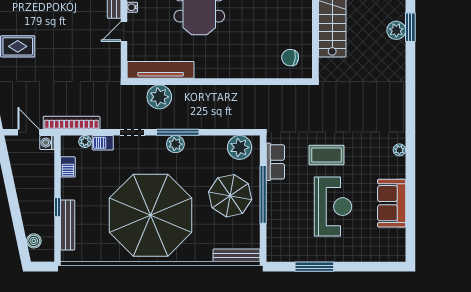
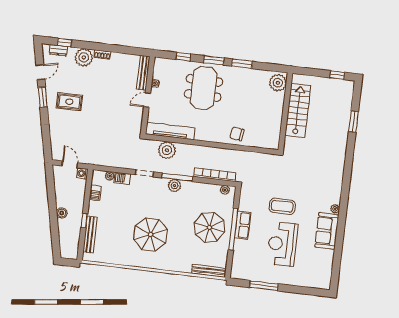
plant: (396, 30) -> (343, 123), removed
chair: (290, 58) -> (237, 134), moved
bookcase: (72, 123) -> (215, 175), moved
plant: (240, 147) -> (225, 190), width x0.53, depth x0.53
row of seats: (275, 162) -> (243, 225), moved
sofa: (392, 203) -> (327, 231), moved
reception desk: (333, 207) -> (282, 244), turned 180
parasol: (151, 215) -> (151, 235), width x0.54, depth x0.54
boiler: (34, 241) -> (62, 213), moved

